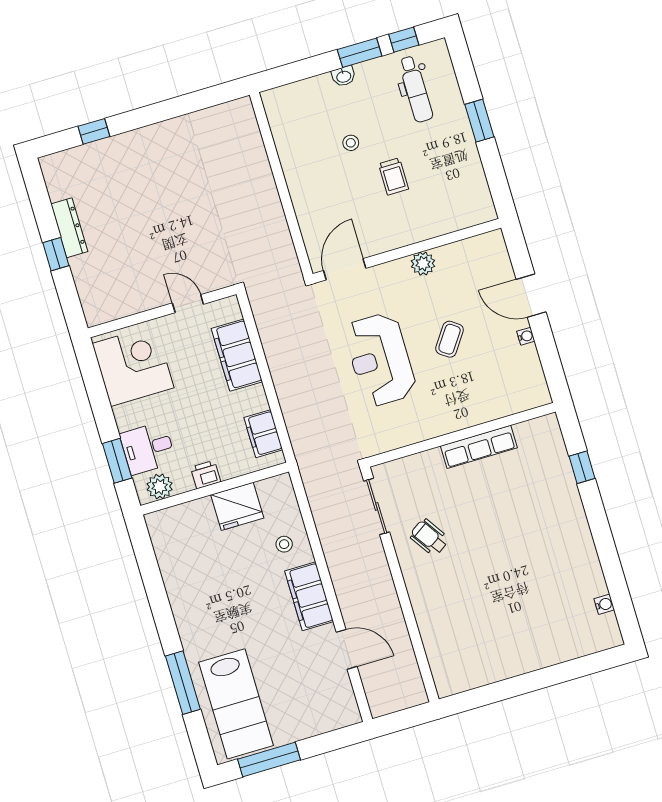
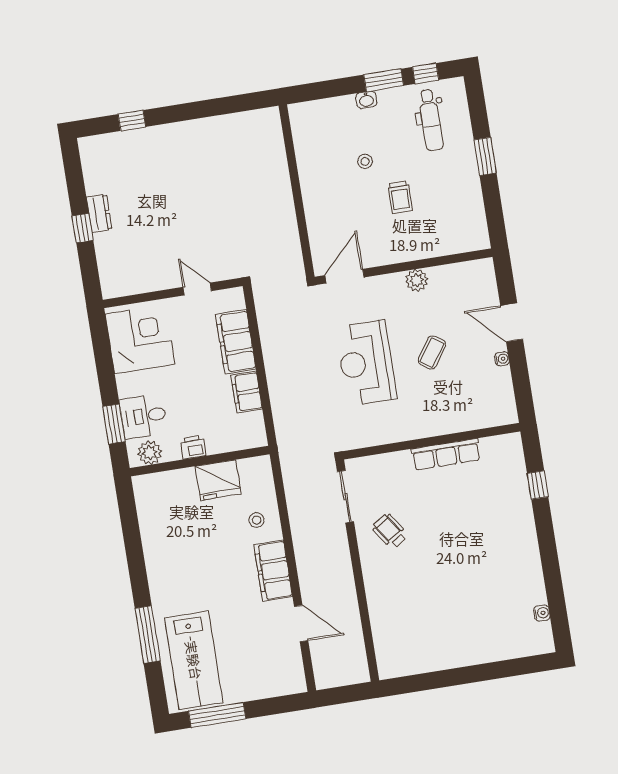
dresser: (69, 228) -> (99, 213), width x0.70
filing cabinet: (263, 434) -> (247, 392), moved

